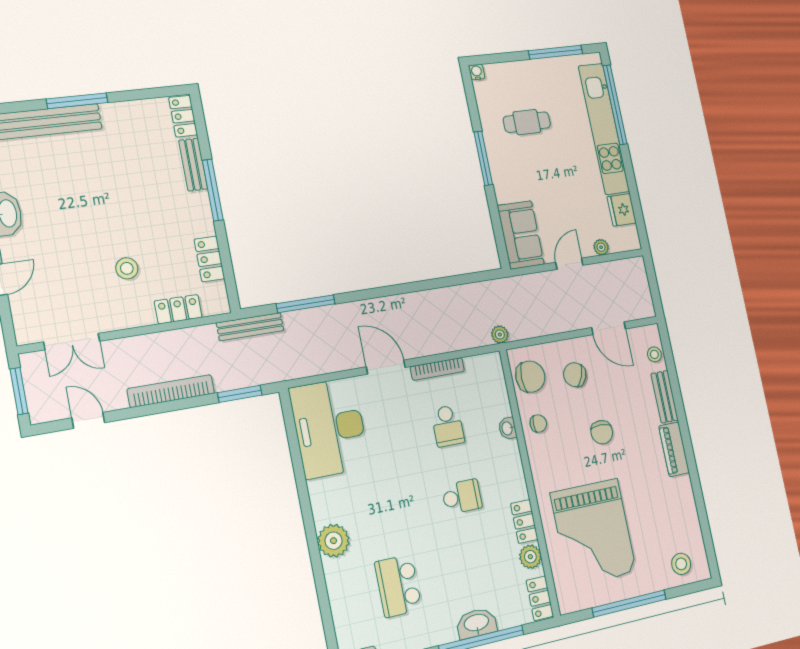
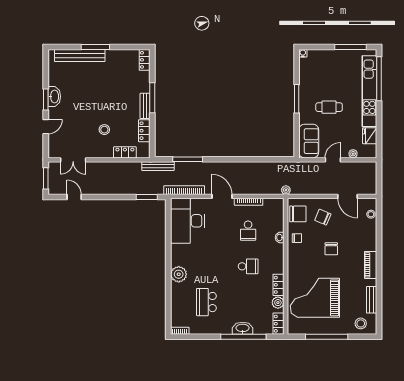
cafe table: (527, 122) -> (329, 107), moved
bench: (193, 165) -> (145, 106), moved
bookcase: (171, 391) -> (184, 190), moved
bench: (665, 397) -> (372, 300), moved
grand piano: (593, 533) -> (315, 298), turned 90

